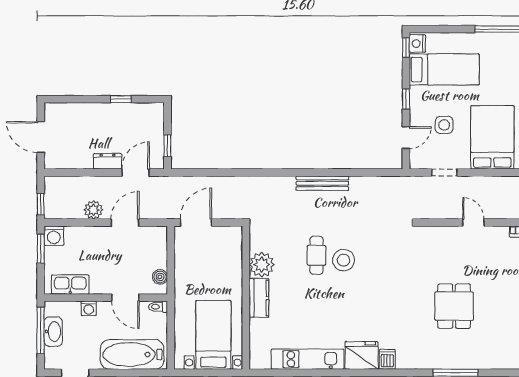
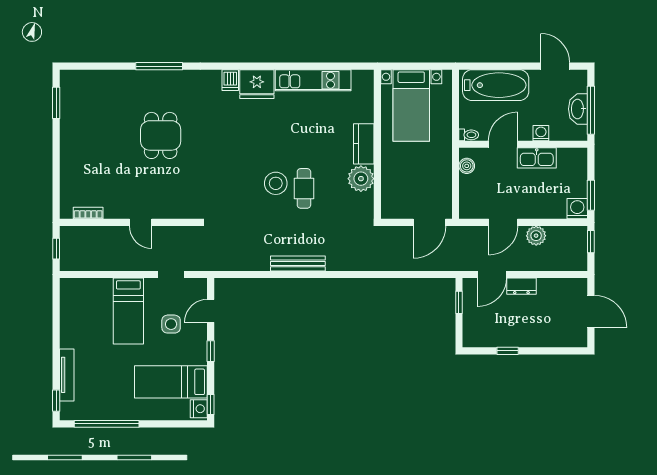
bed: (492, 137) -> (128, 311), width x0.67
kitchen sink: (70, 284) -> (537, 158), moved
door: (125, 298) -> (503, 144), hinge flipped

